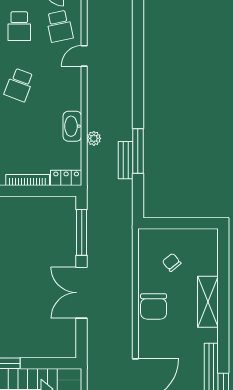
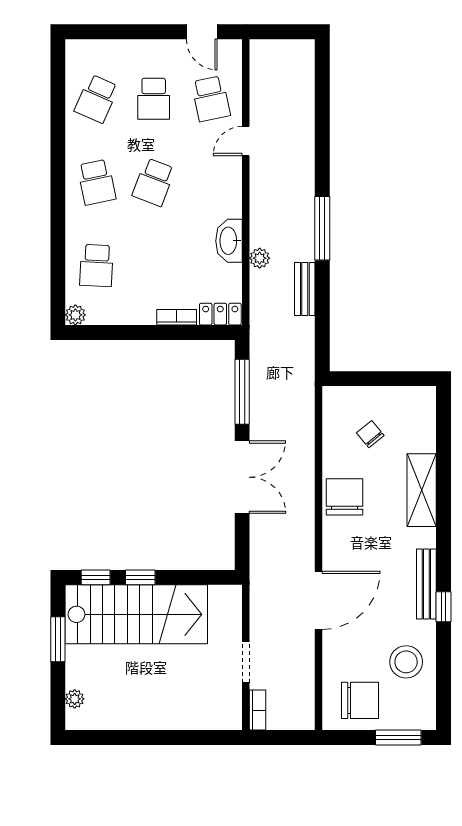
window: (138, 151) -> (322, 228), moved
bookcase: (28, 180) -> (177, 317), width x0.64
double door: (82, 293) -> (242, 477), swing flipped
chair: (154, 306) -> (344, 497), turned 180

